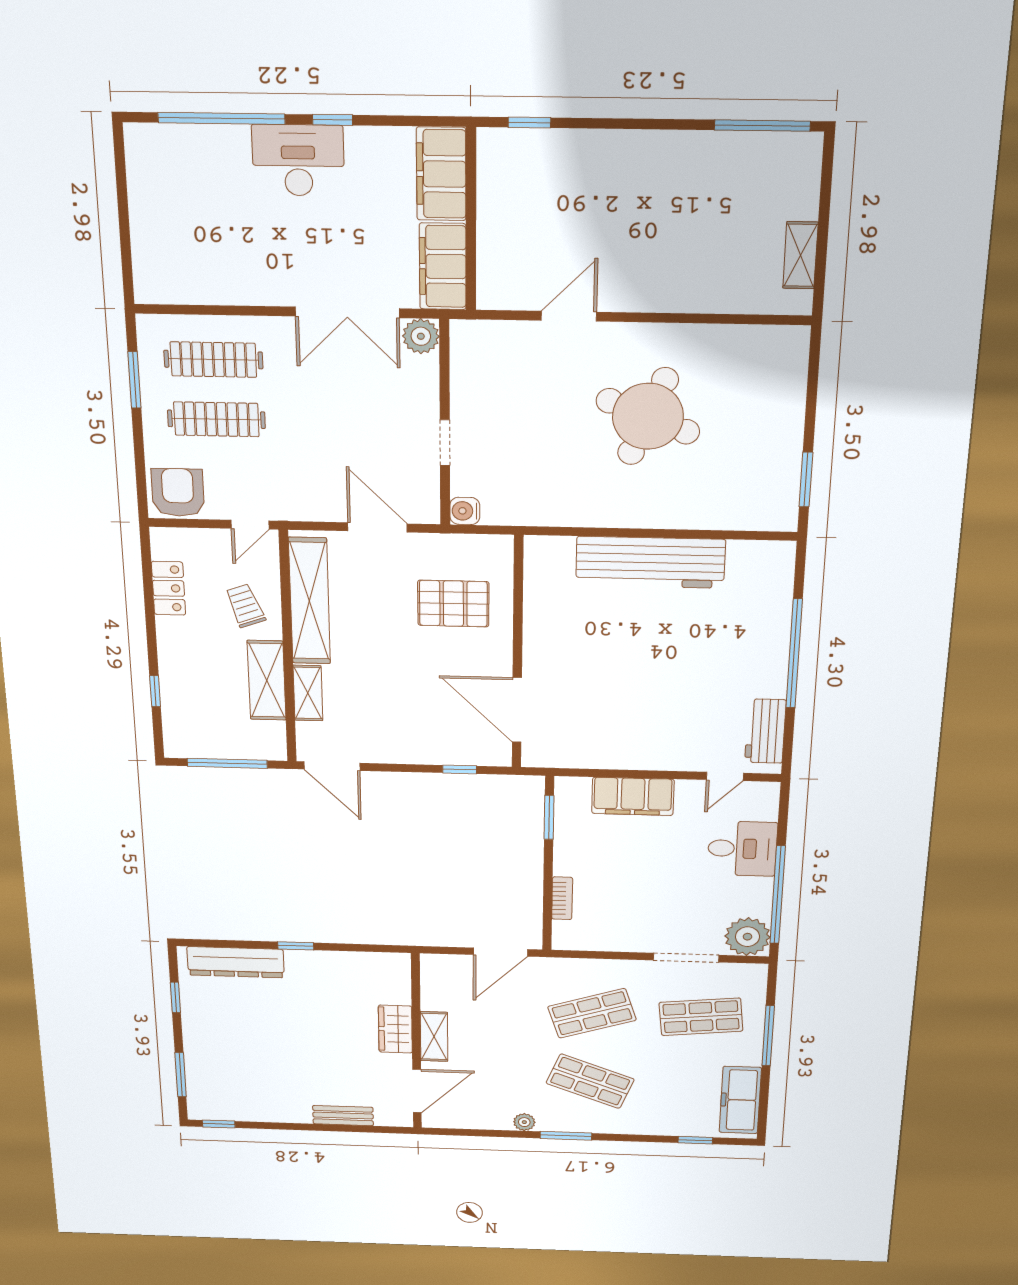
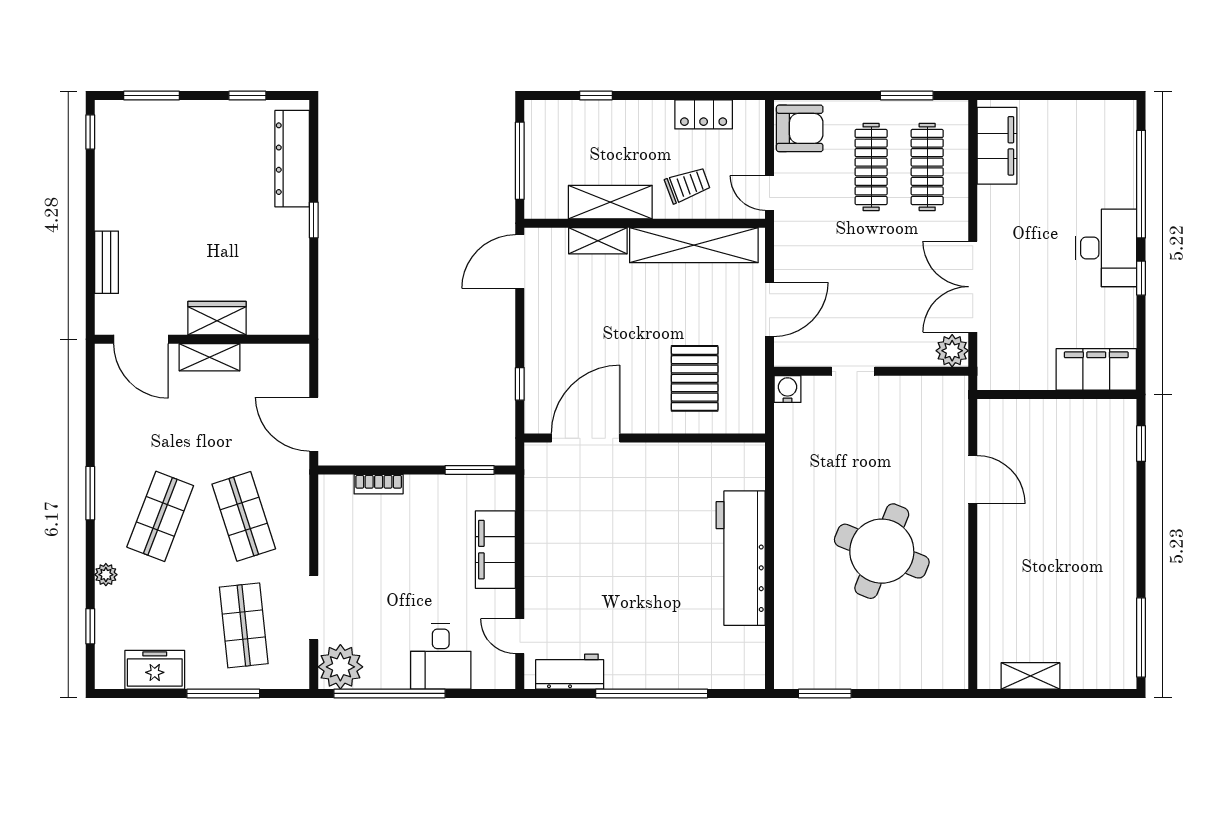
filing cabinet: (443, 266) -> (997, 146), moved, turned 90
freezer: (740, 1100) -> (155, 670), width x0.71
plant: (524, 1122) -> (106, 575), moved

